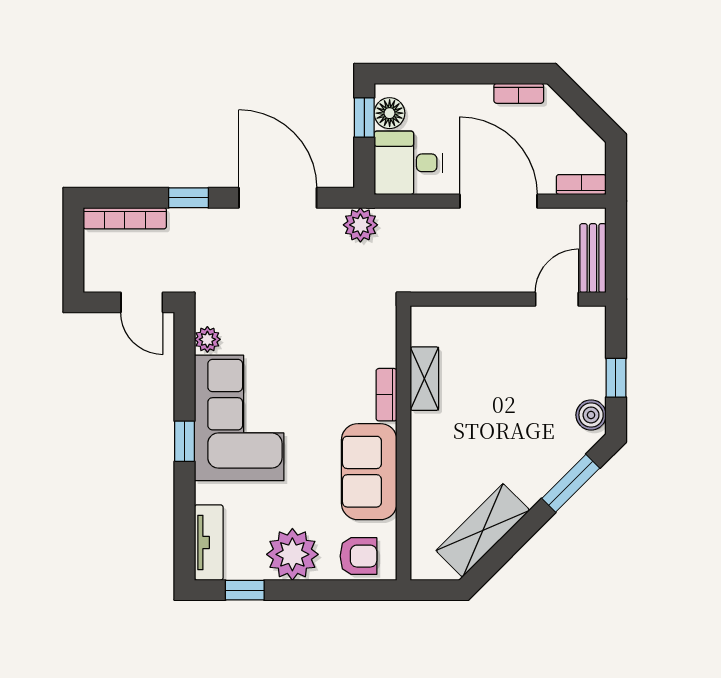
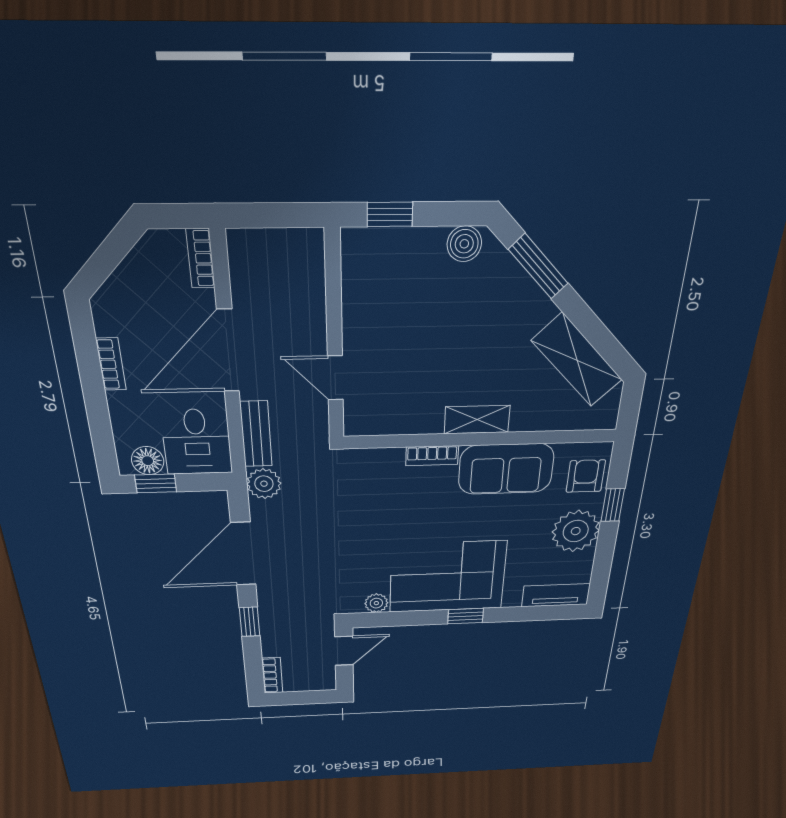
bookcase: (519, 93) -> (111, 364), moved
bookcase: (125, 218) -> (272, 675), width x0.64
bench: (593, 258) -> (256, 434), moved, turned 90
door: (557, 299) -> (335, 378), moved
window: (616, 378) -> (390, 214), moved
shelving: (424, 379) -> (477, 420), moved
window: (245, 590) -> (613, 505), moved

